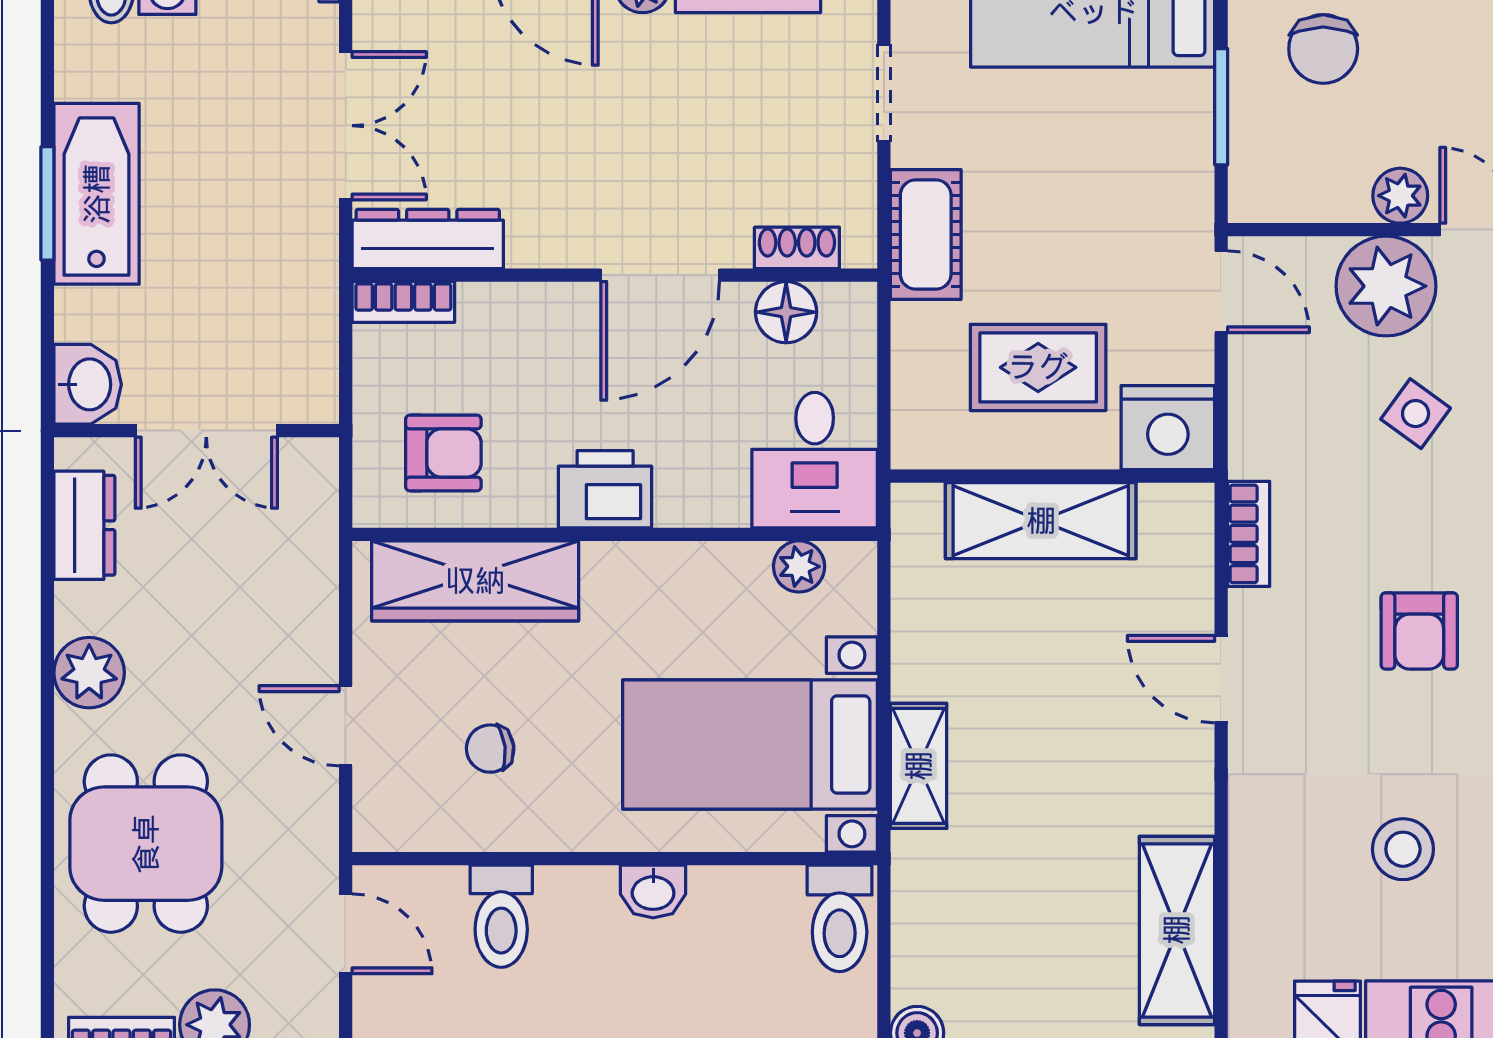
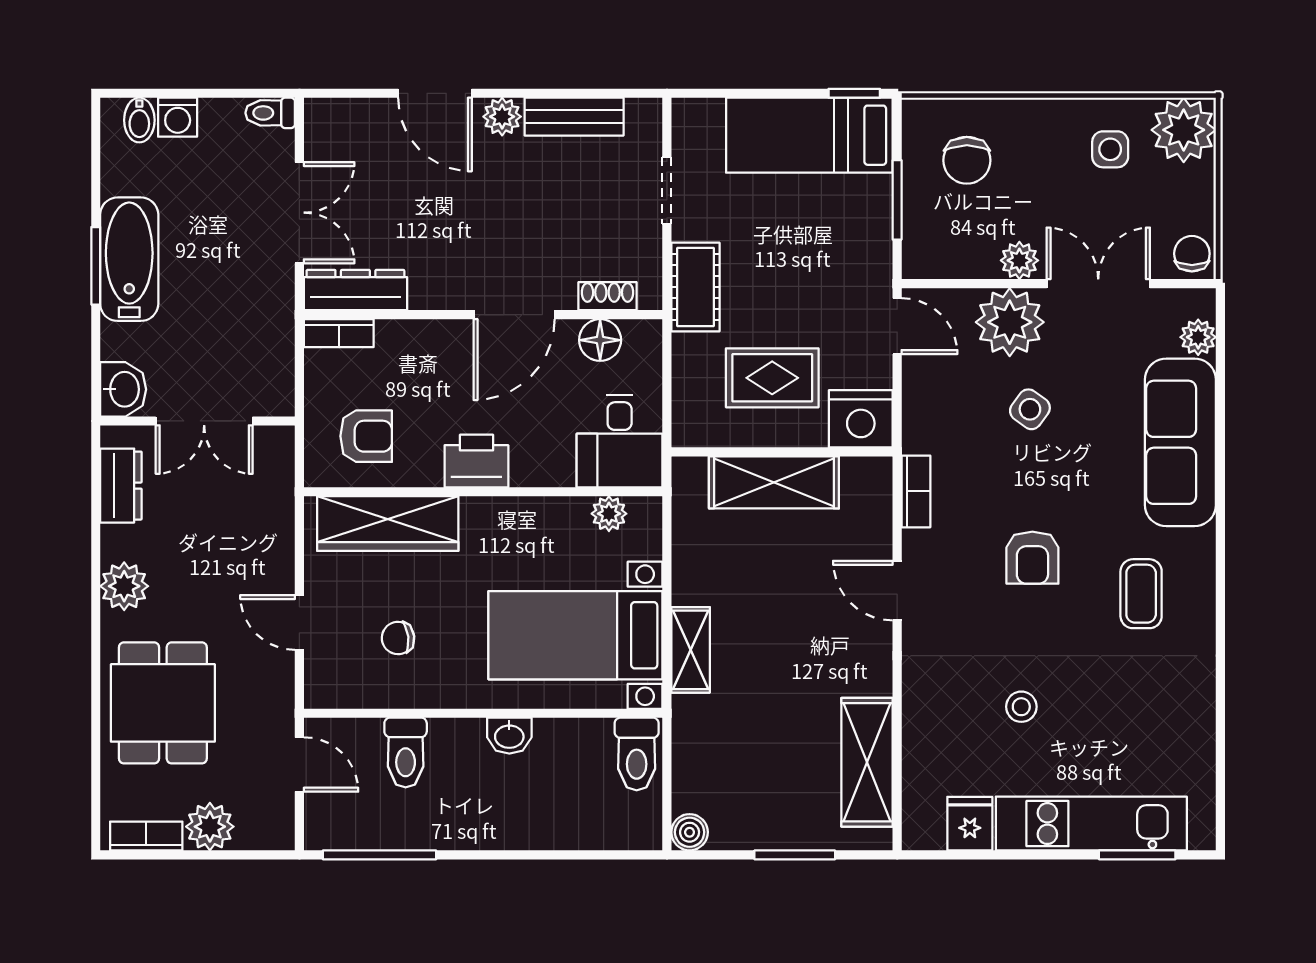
stool: (1403, 849) -> (1021, 707), width x0.73, depth x0.73

